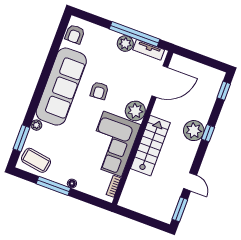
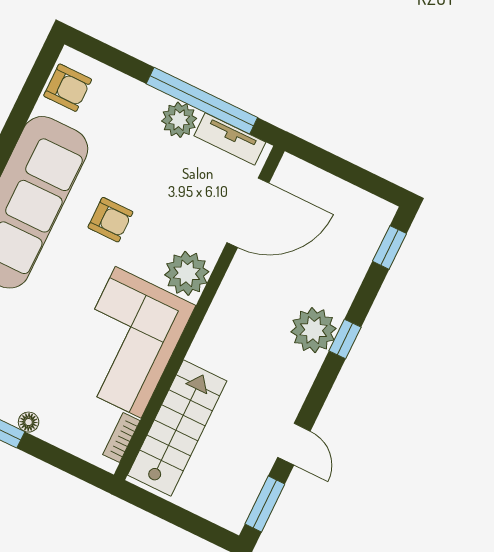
armchair: (75, 34) -> (68, 88), turned -90
armchair: (99, 91) -> (110, 220), turned -86
stairs: (150, 146) -> (177, 428), moved

